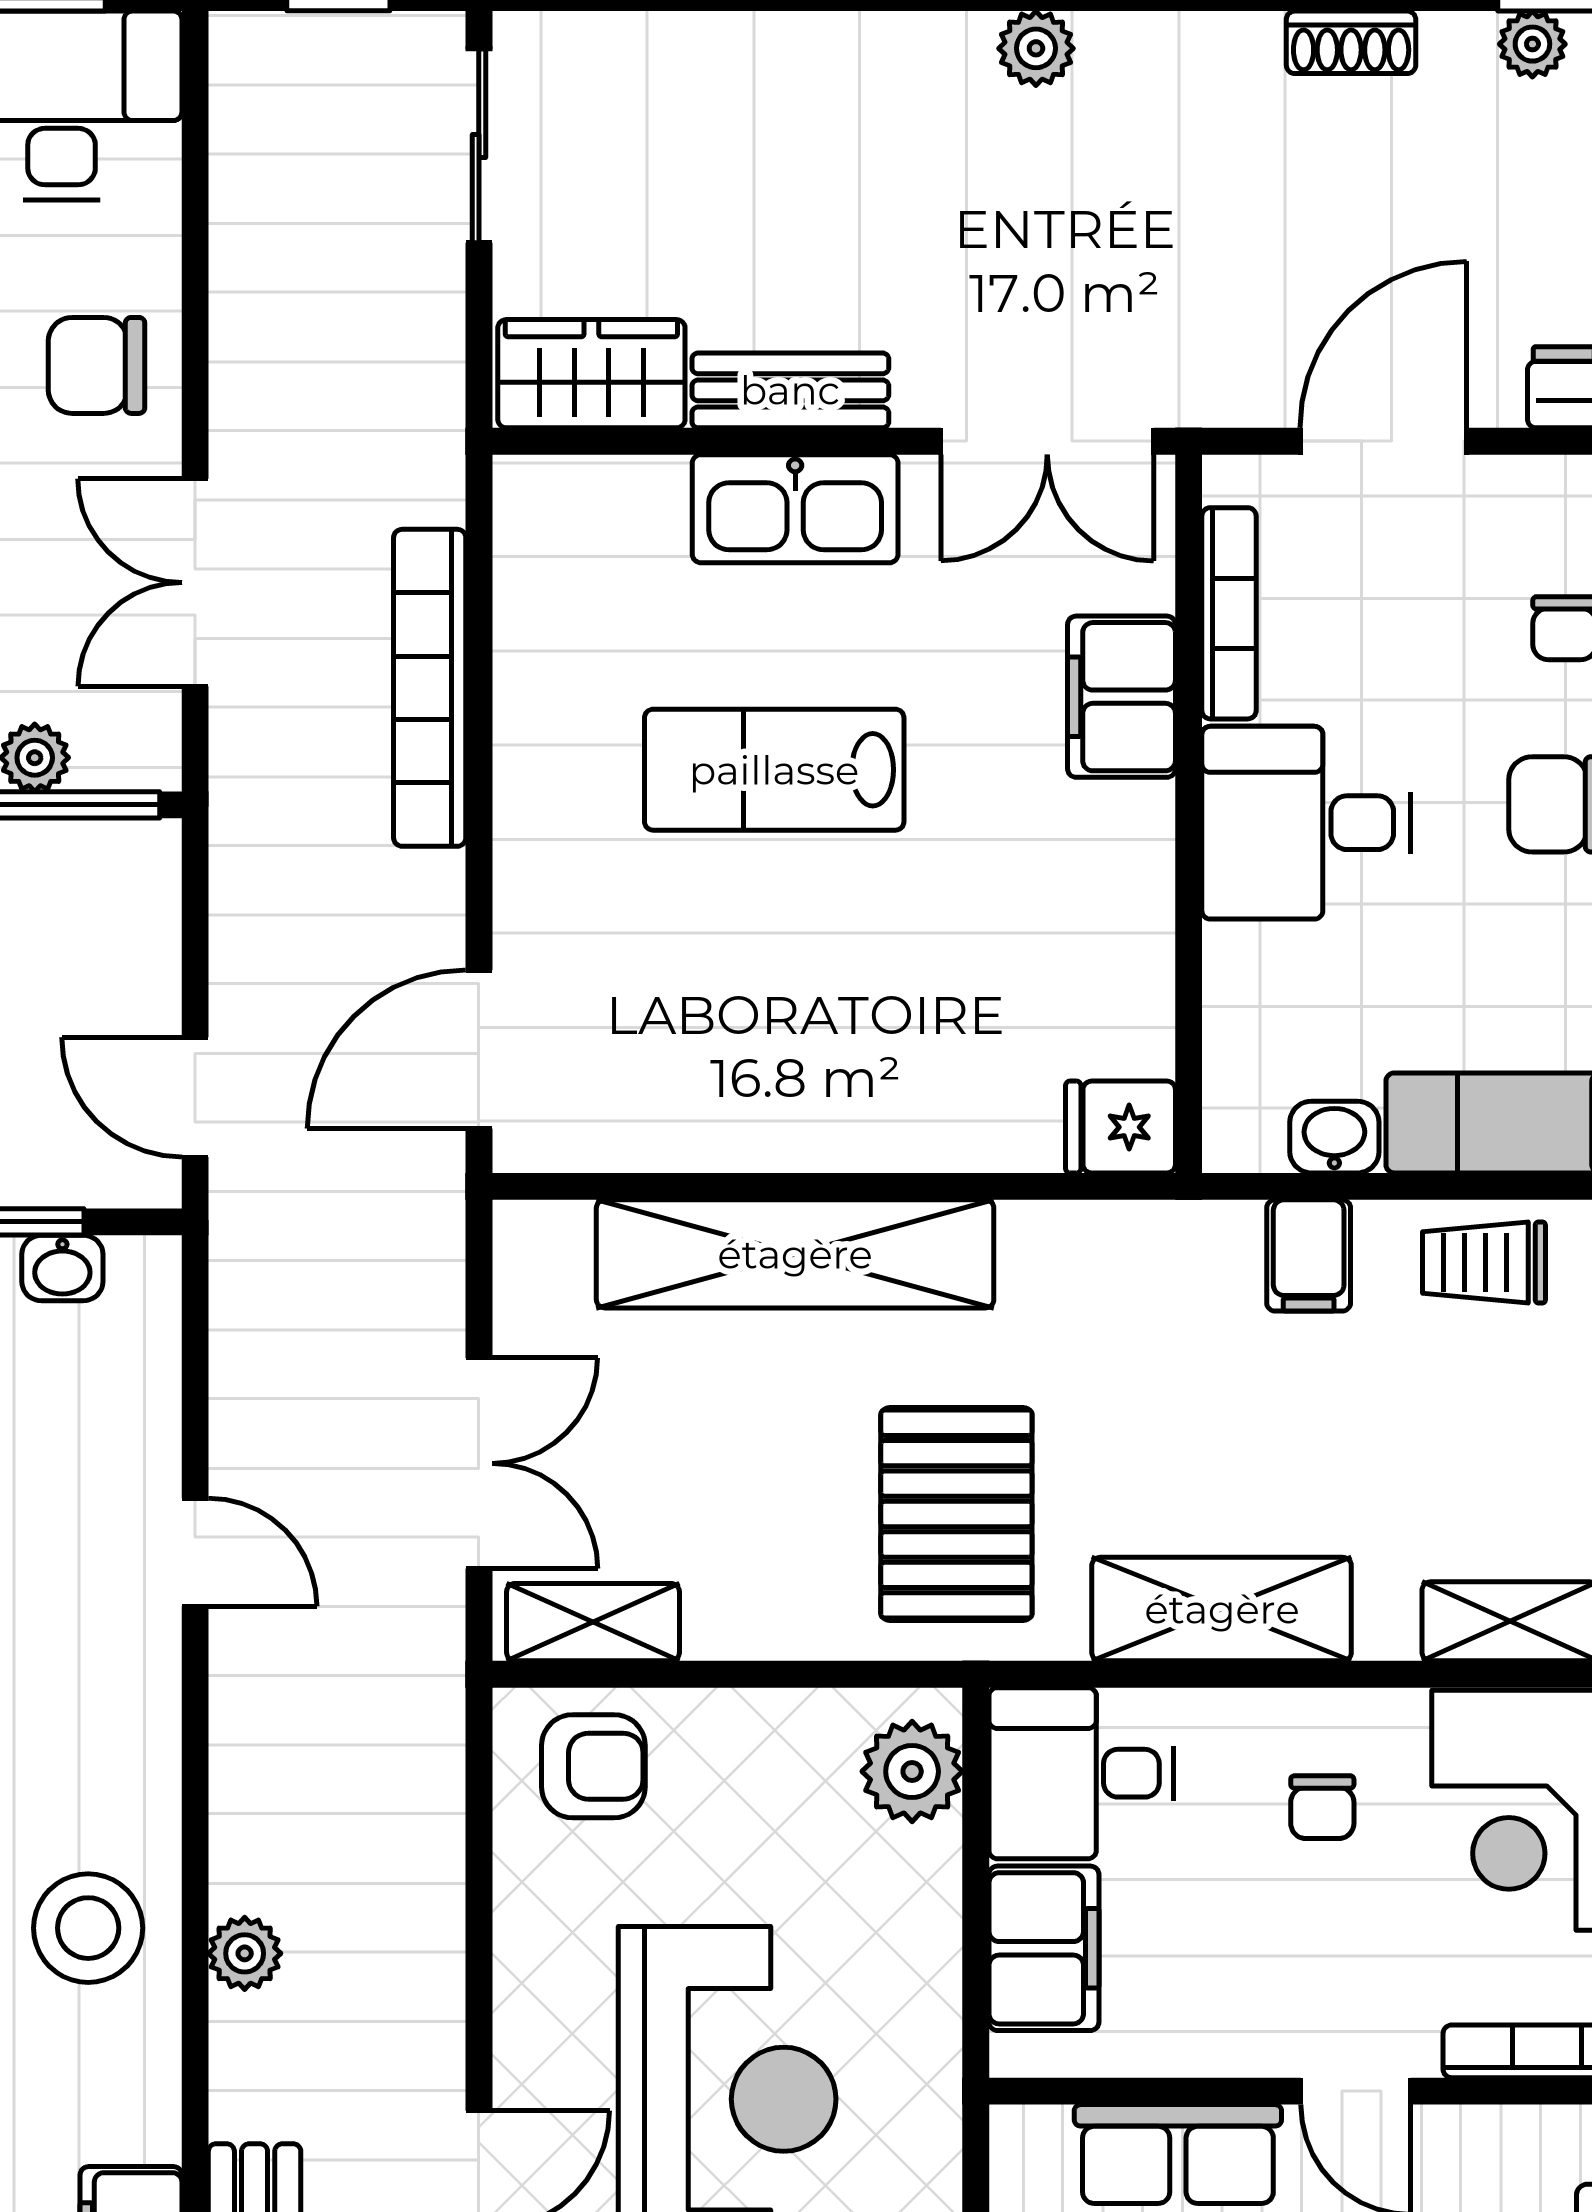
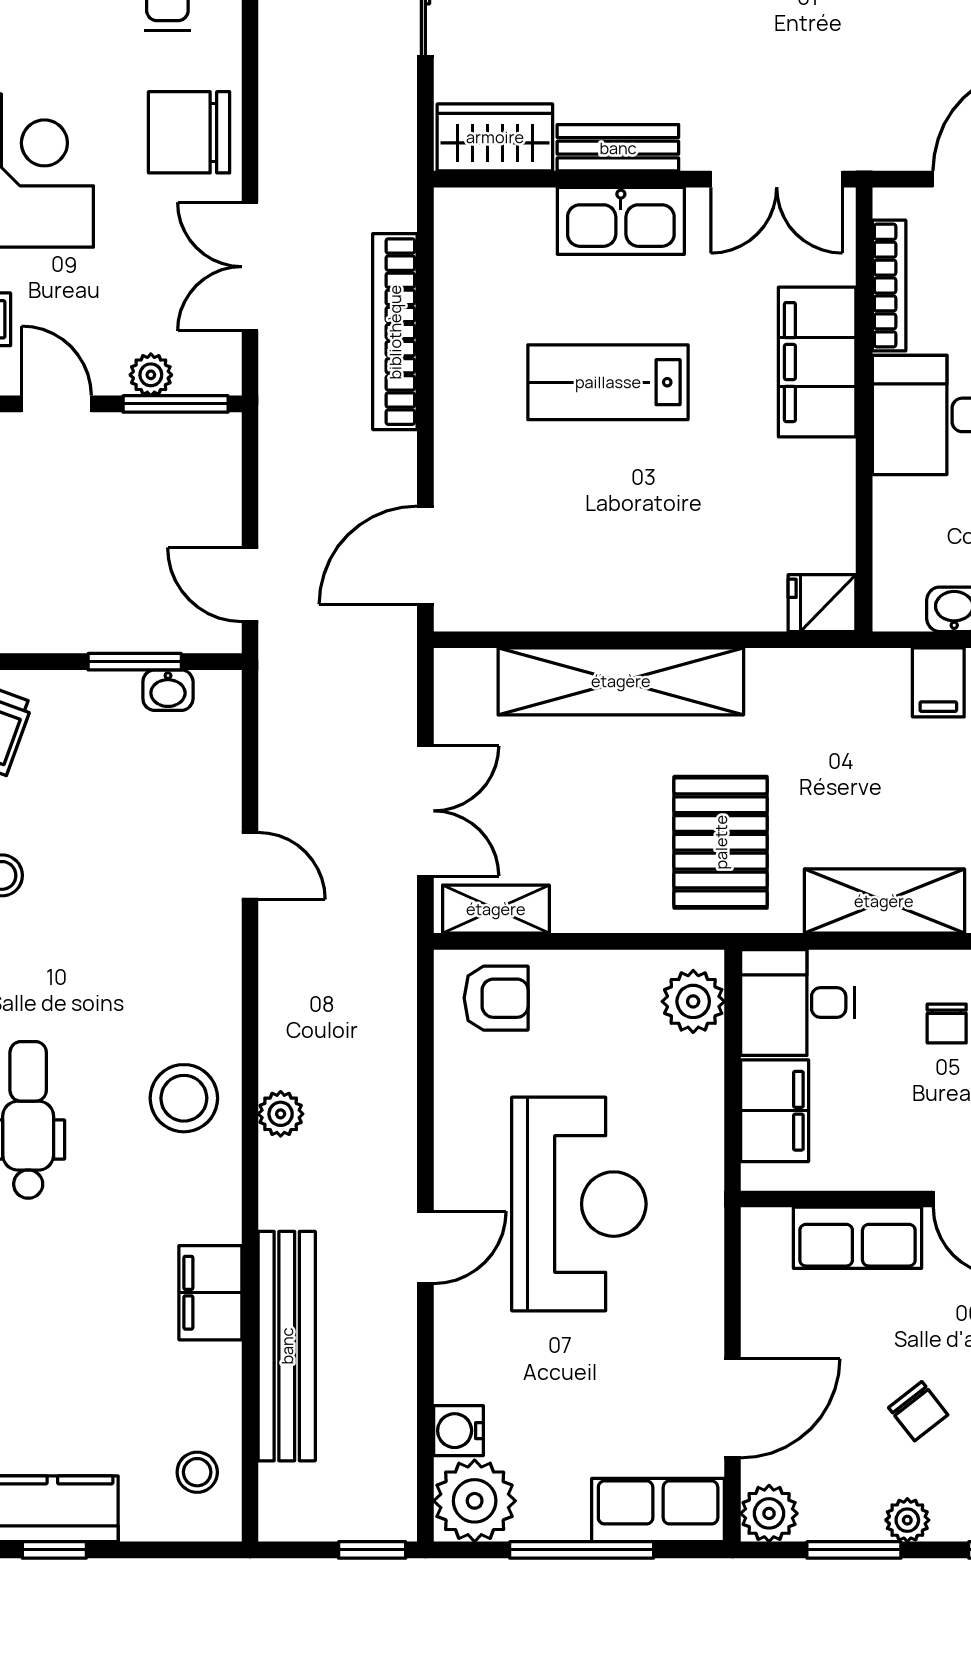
chair: (97, 365) -> (189, 132), width x1.37, depth x1.37
filing cabinet: (1122, 697) -> (817, 362), width x1.50, depth x1.17

